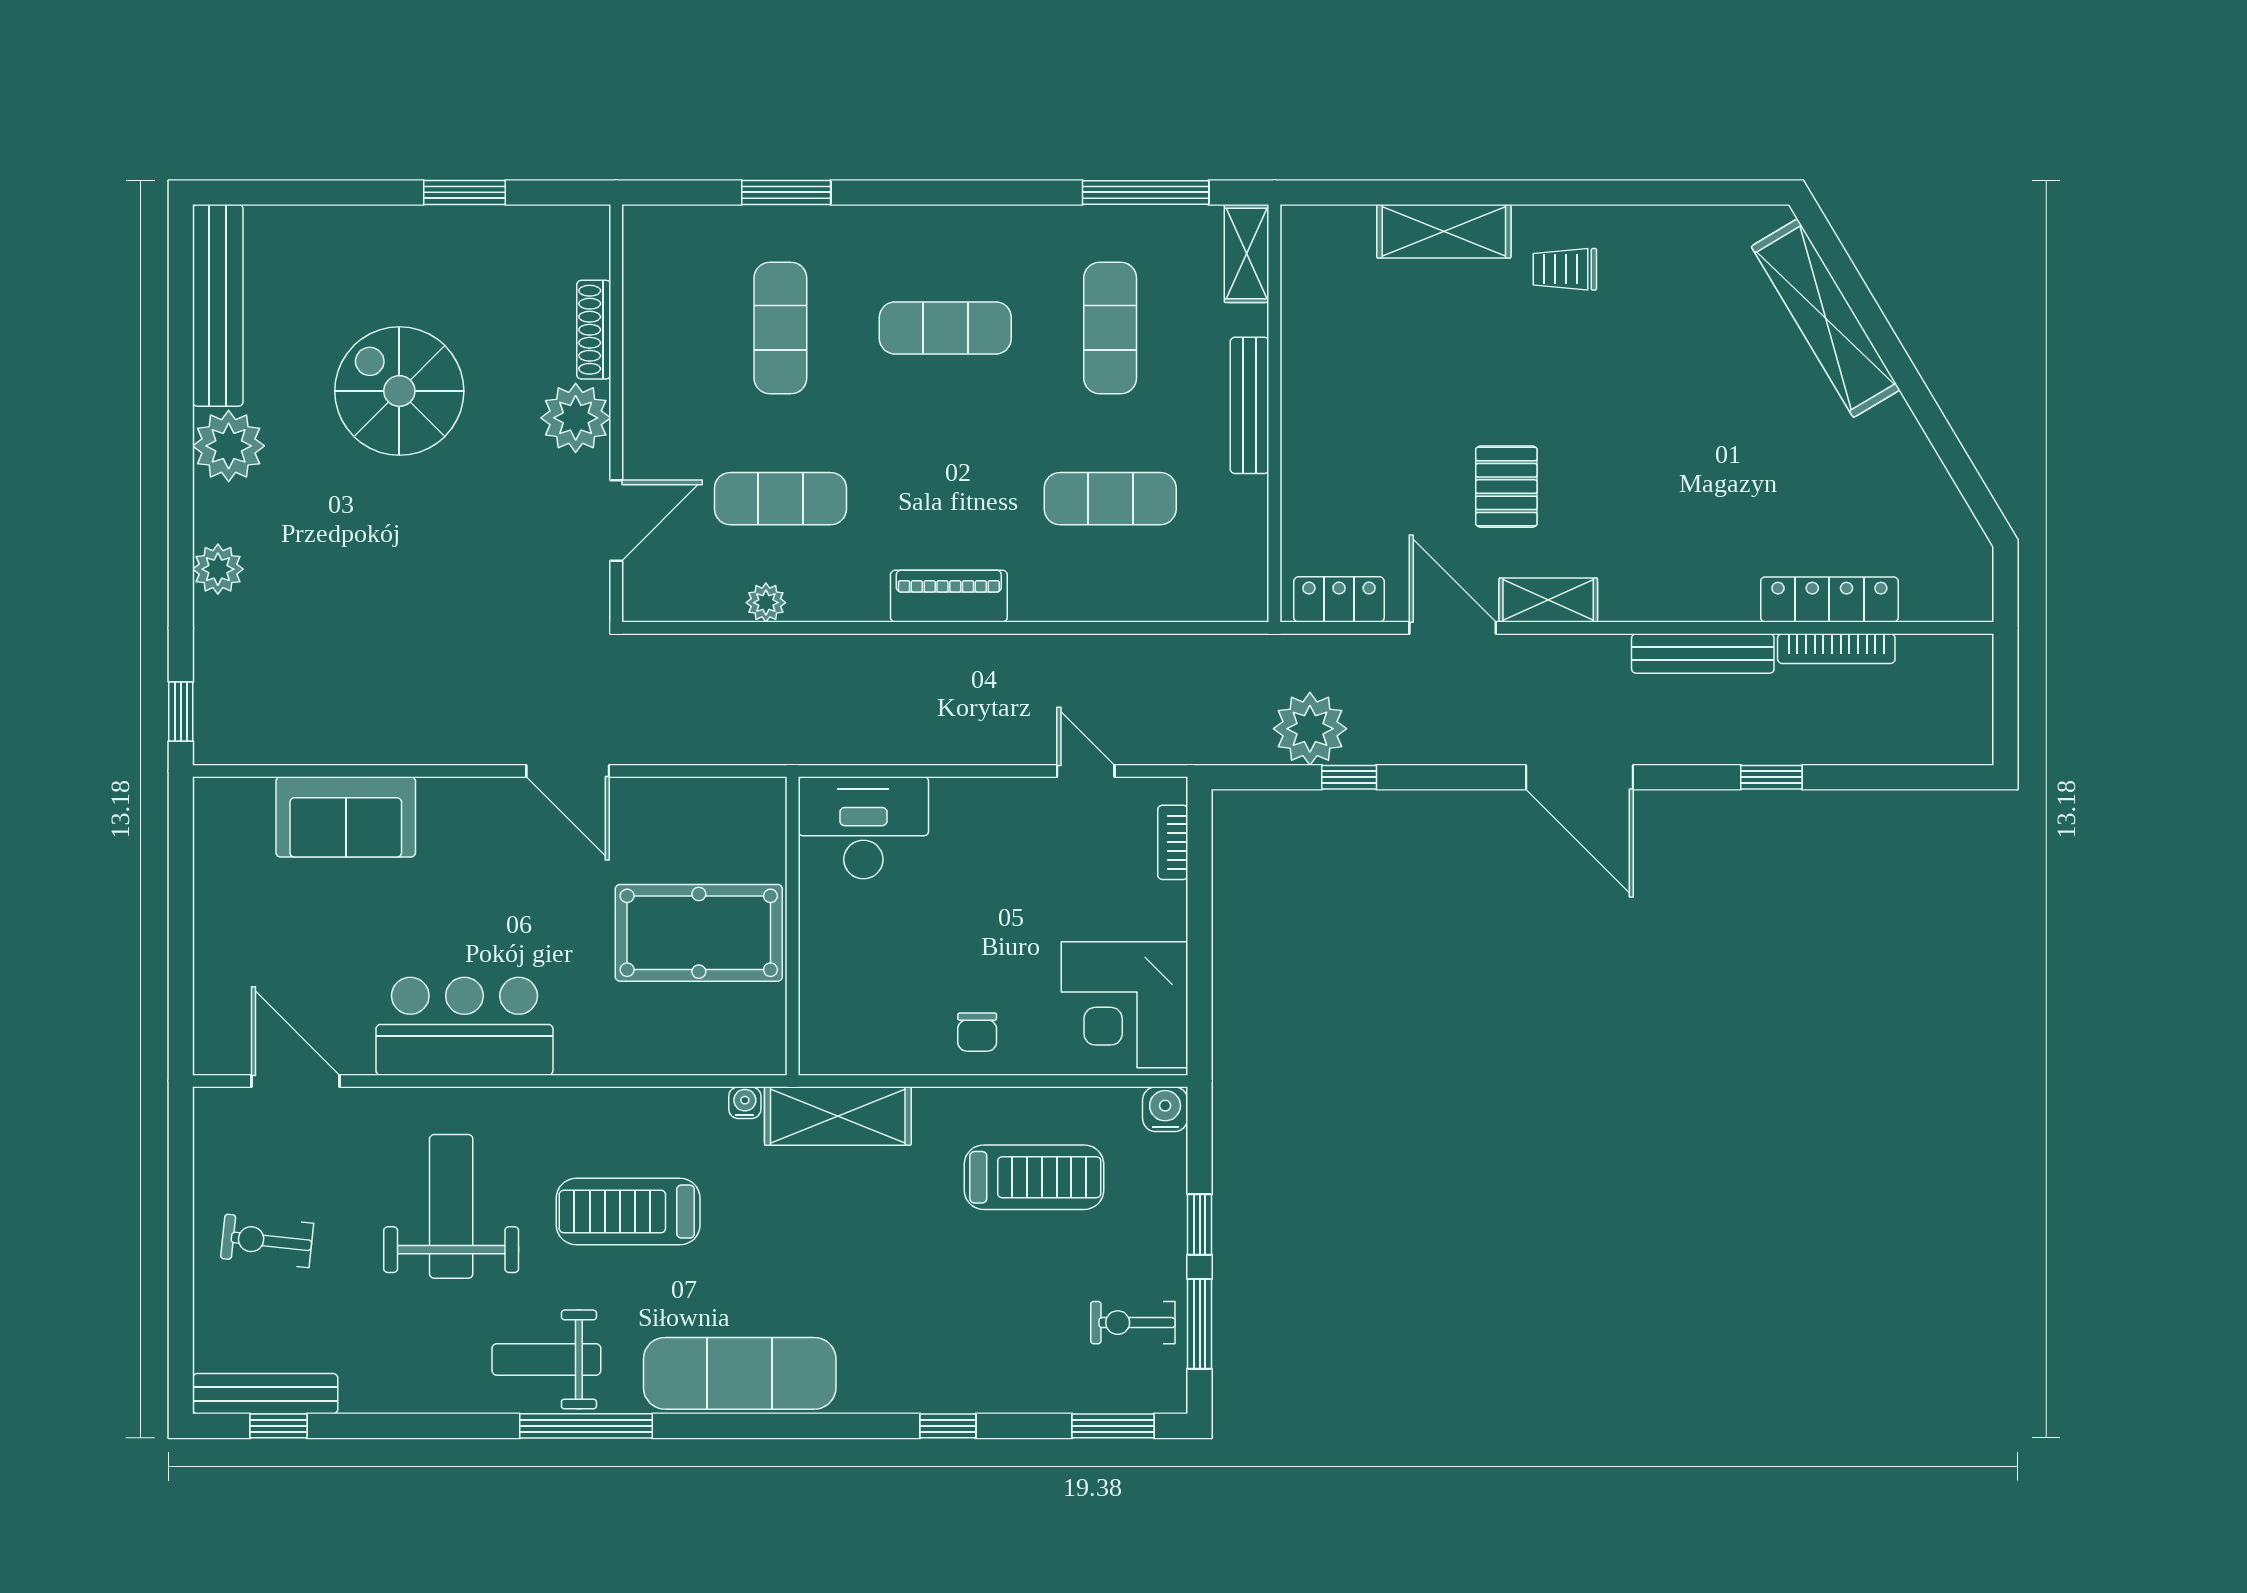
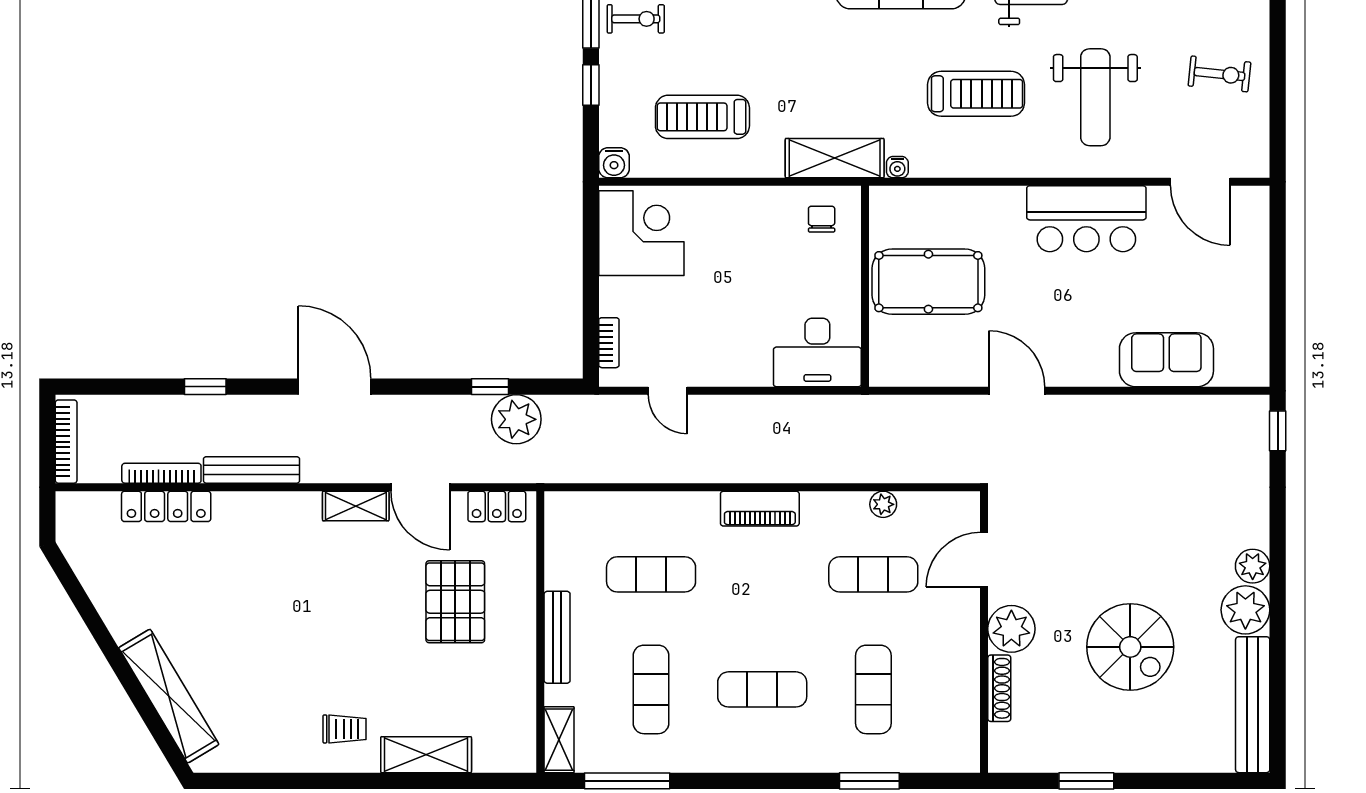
pallet: (1506, 487) -> (455, 602), moved, width x1.50, depth x1.42
plant: (218, 569) -> (1253, 566), moved
bookcase: (1978, 696) -> (66, 442), added
chair: (977, 1032) -> (822, 219), moved

